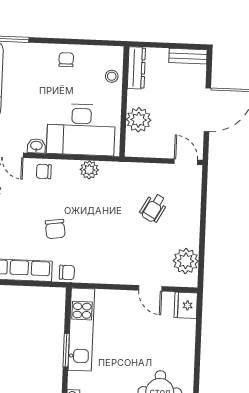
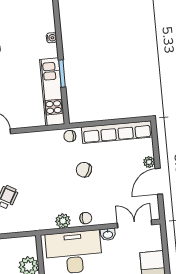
chair: (44, 171) -> (86, 218), moved
chair: (55, 229) -> (84, 170), turned -57

